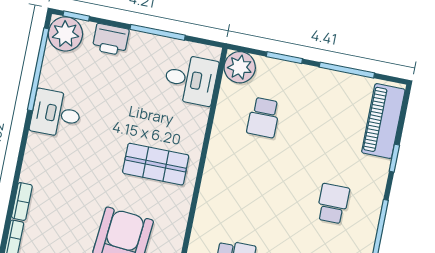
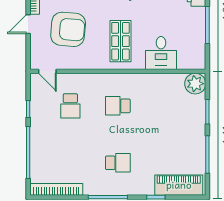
desk: (191, 80) -> (161, 53), moved
school desk: (263, 118) -> (118, 106), moved

